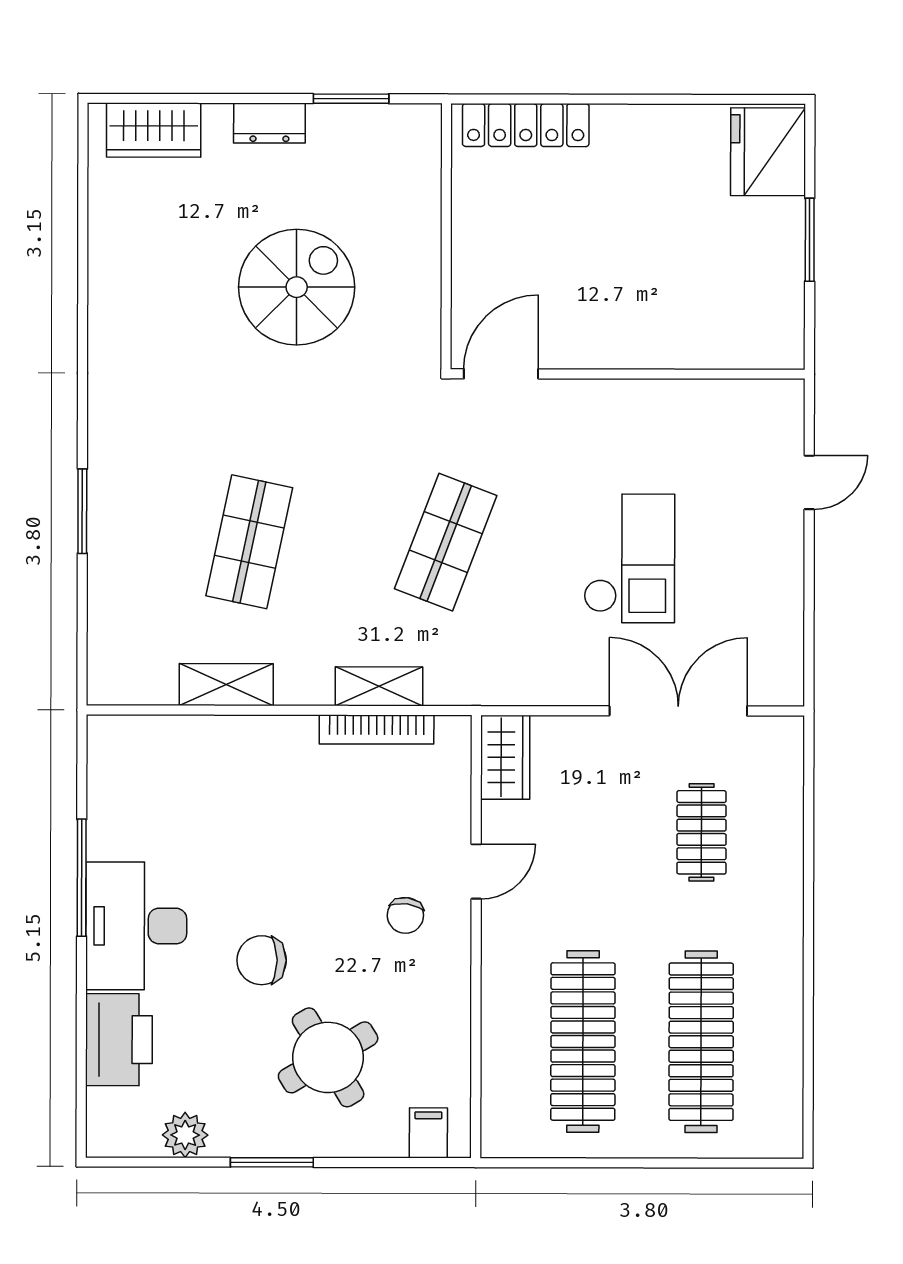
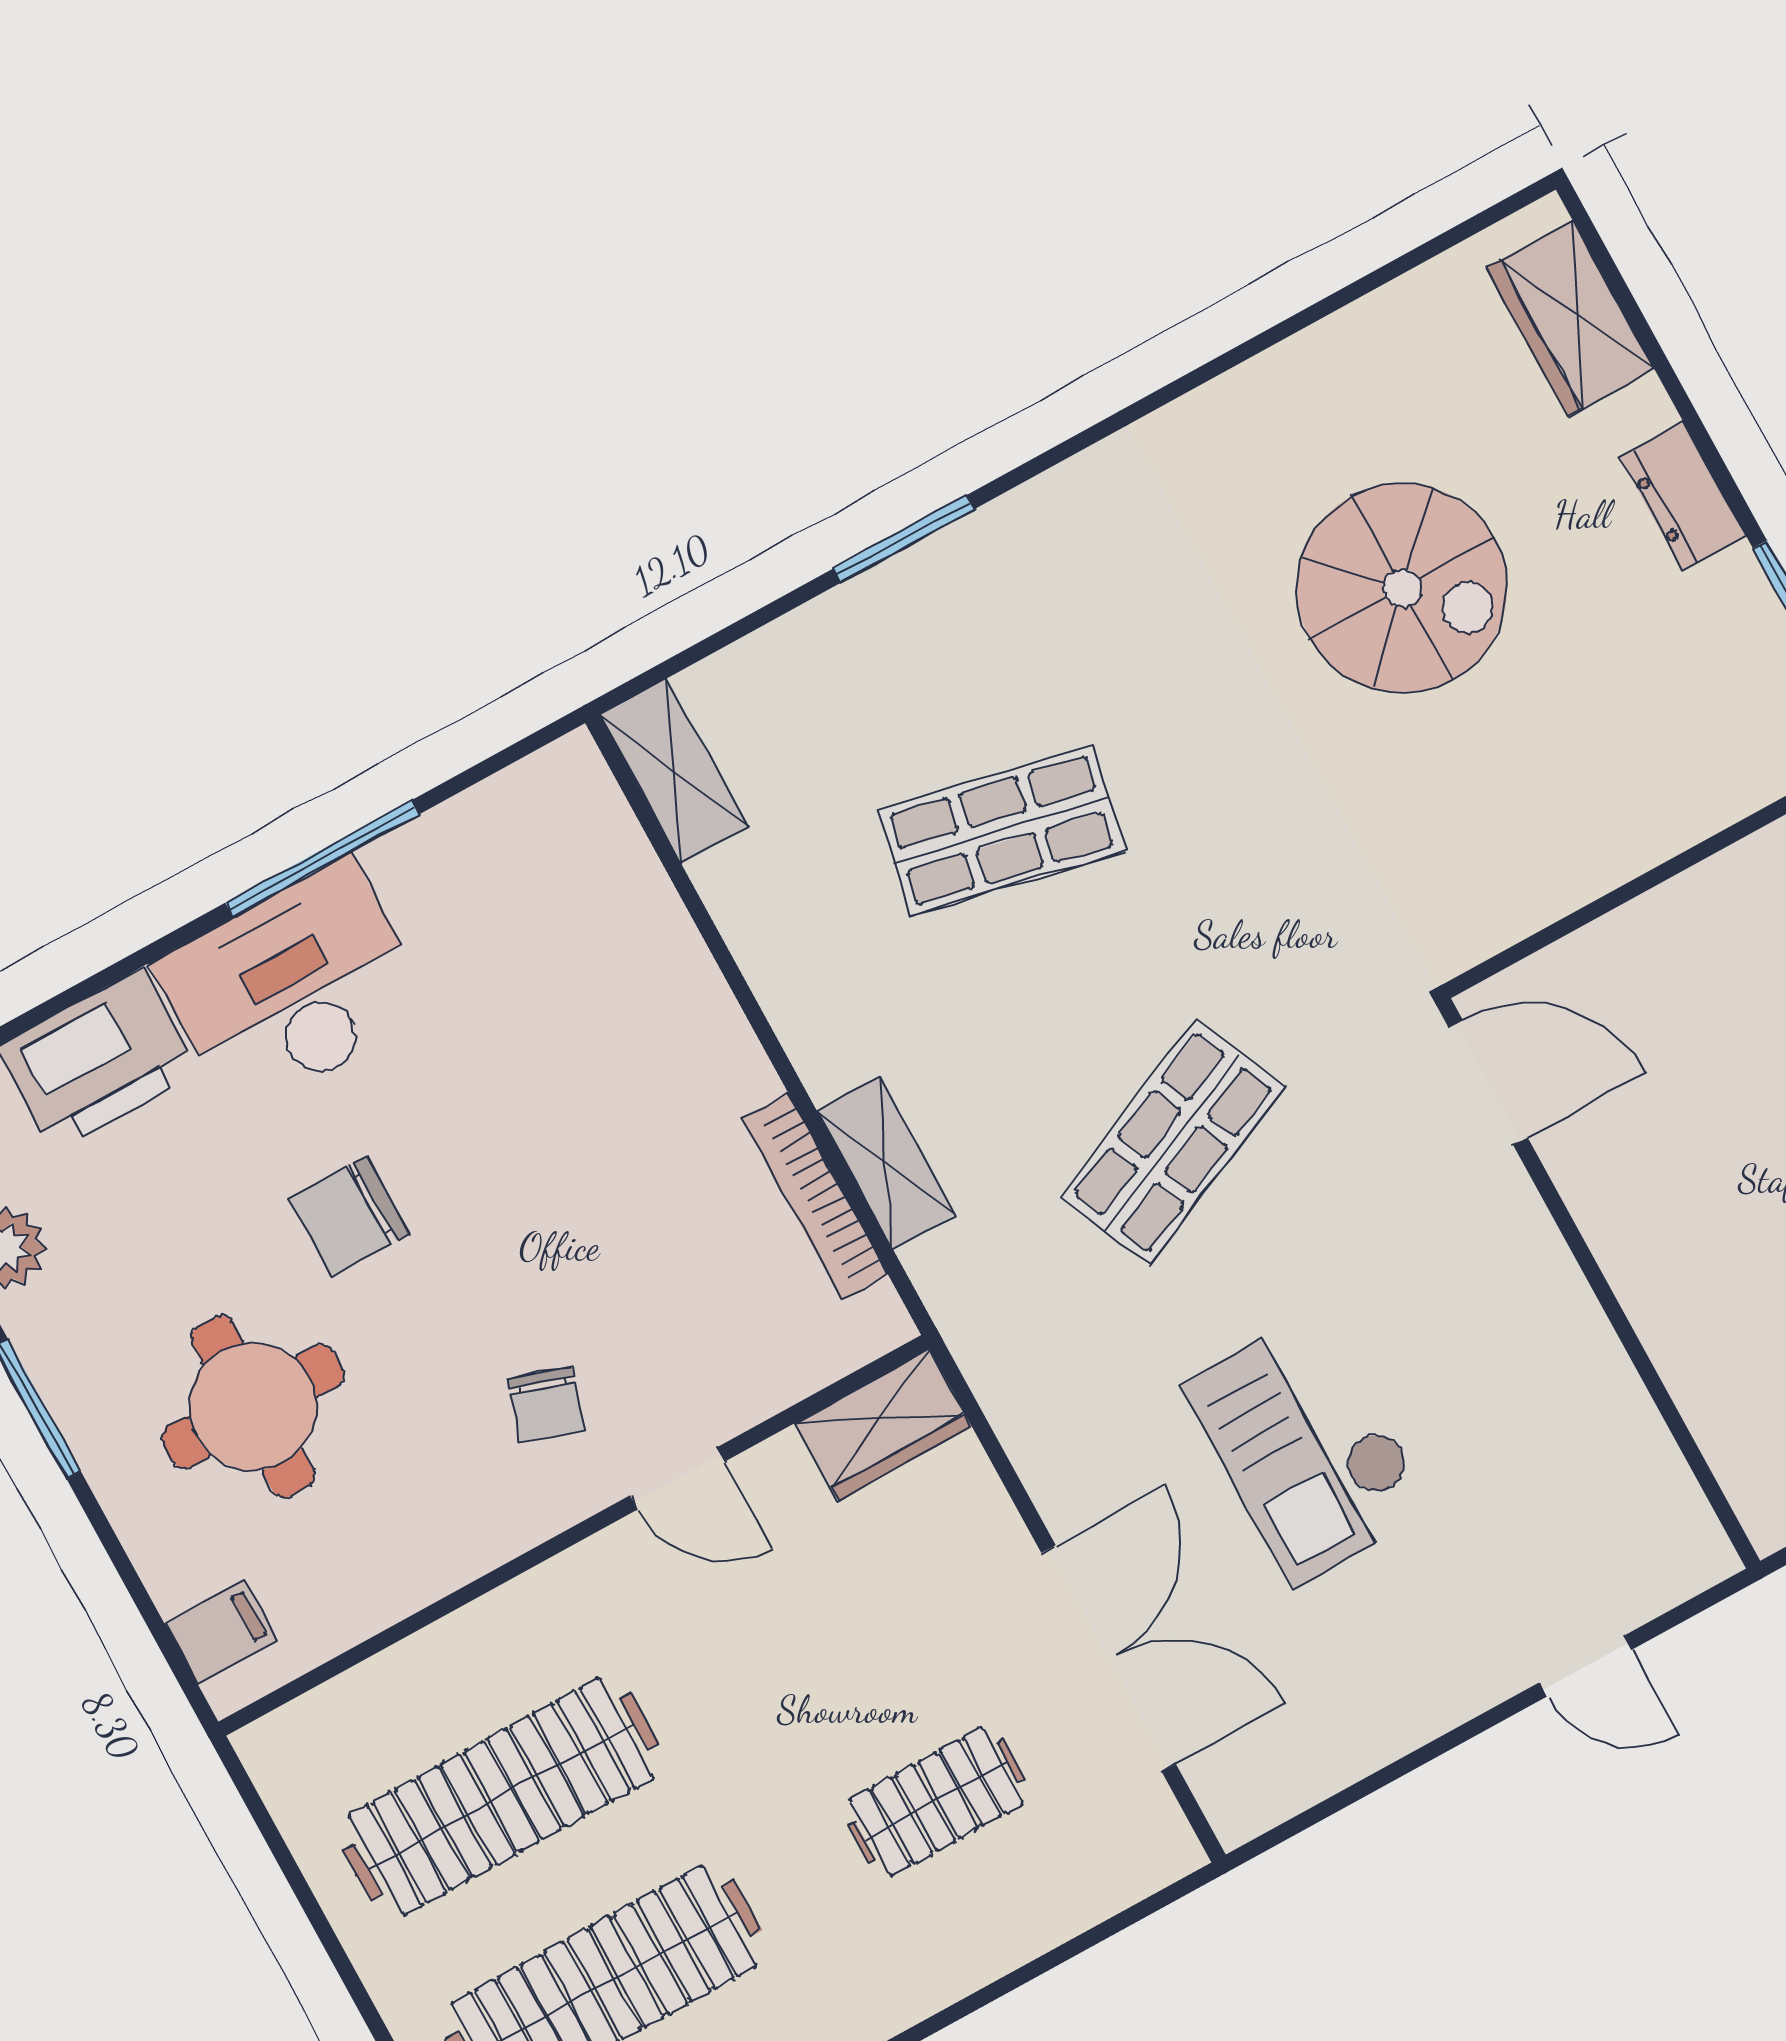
spiral stairs: (297, 287) -> (1402, 588), moved
shop shelf: (446, 542) -> (1173, 1142), turned -45
checkout: (629, 558) -> (1308, 1447), turned 90
shelving: (226, 685) -> (674, 771), moved
chair: (405, 915) -> (546, 1405), turned -80
chair: (262, 960) -> (349, 1216), turned -90
round table: (328, 1057) -> (253, 1406), turned 31

